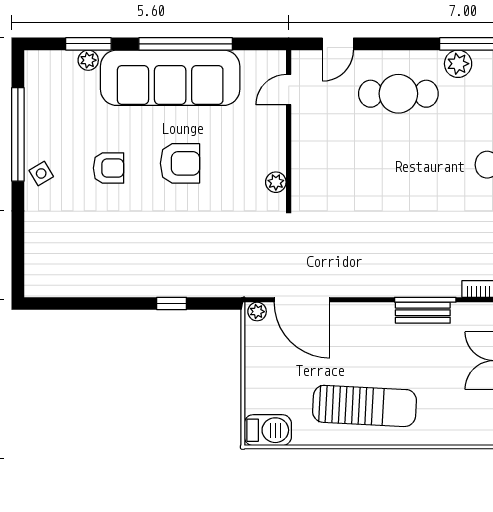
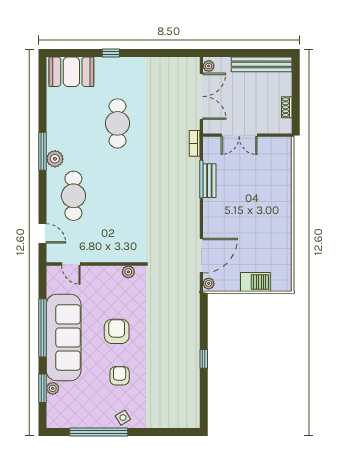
window: (172, 303) -> (204, 359), moved
sun lounger: (364, 406) -> (267, 217), removed
barbecue: (268, 430) -> (255, 282), moved, turned 90

